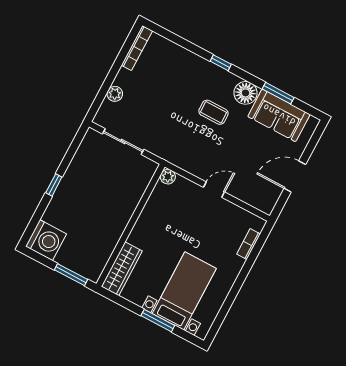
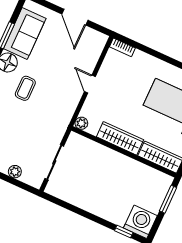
window: (54, 185) -> (124, 232), moved
wardrobe: (147, 222) -> (120, 138), added
bookcase: (249, 244) -> (122, 47), moved

